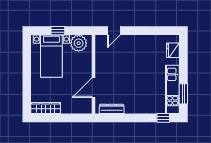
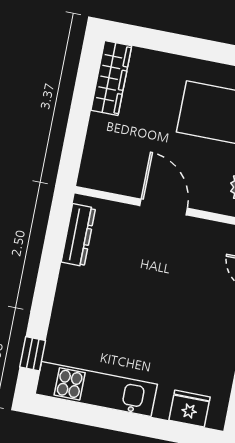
door: (94, 88) -> (164, 207), moved
window: (183, 94) -> (80, 413), removed

